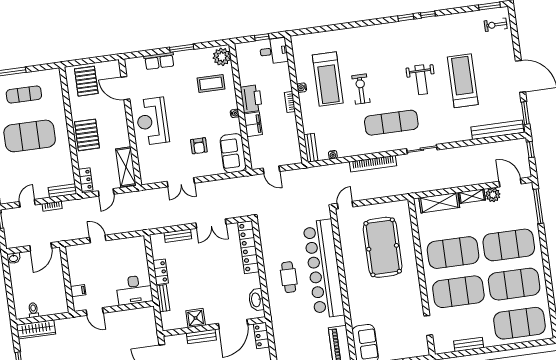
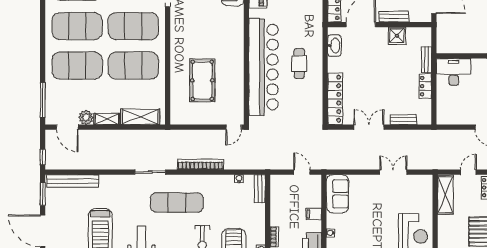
filing cabinet: (253, 124) -> (314, 214), width x0.50
armchair: (199, 146) -> (370, 206), removed
pool table: (383, 247) -> (202, 80), width x0.73, depth x0.76

